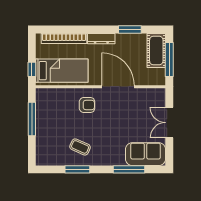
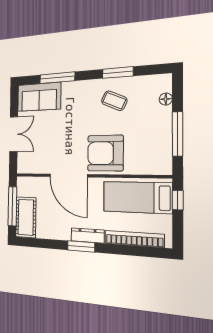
window: (130, 30) -> (81, 246), moved
armchair: (87, 105) -> (105, 153), width x1.88, depth x1.88
floor lamp: (40, 146) -> (166, 99), added

